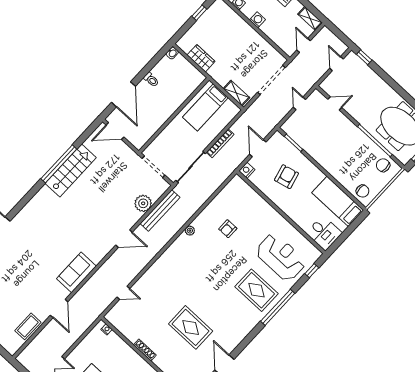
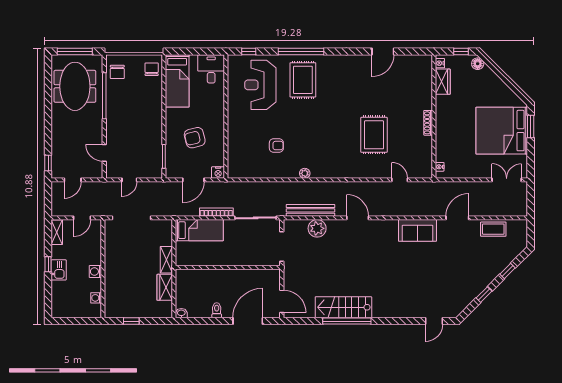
shelving: (236, 93) -> (166, 260), moved
bed: (205, 107) -> (199, 230), moved
rug: (191, 327) -> (374, 135), moved

